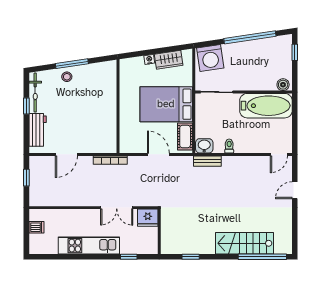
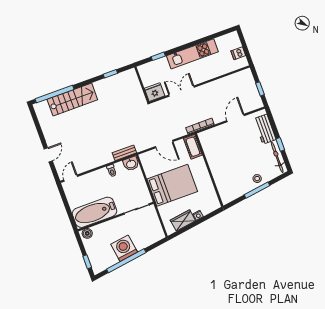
washing machine: (210, 58) -> (124, 248), moved
cot: (185, 136) -> (193, 147), moved

